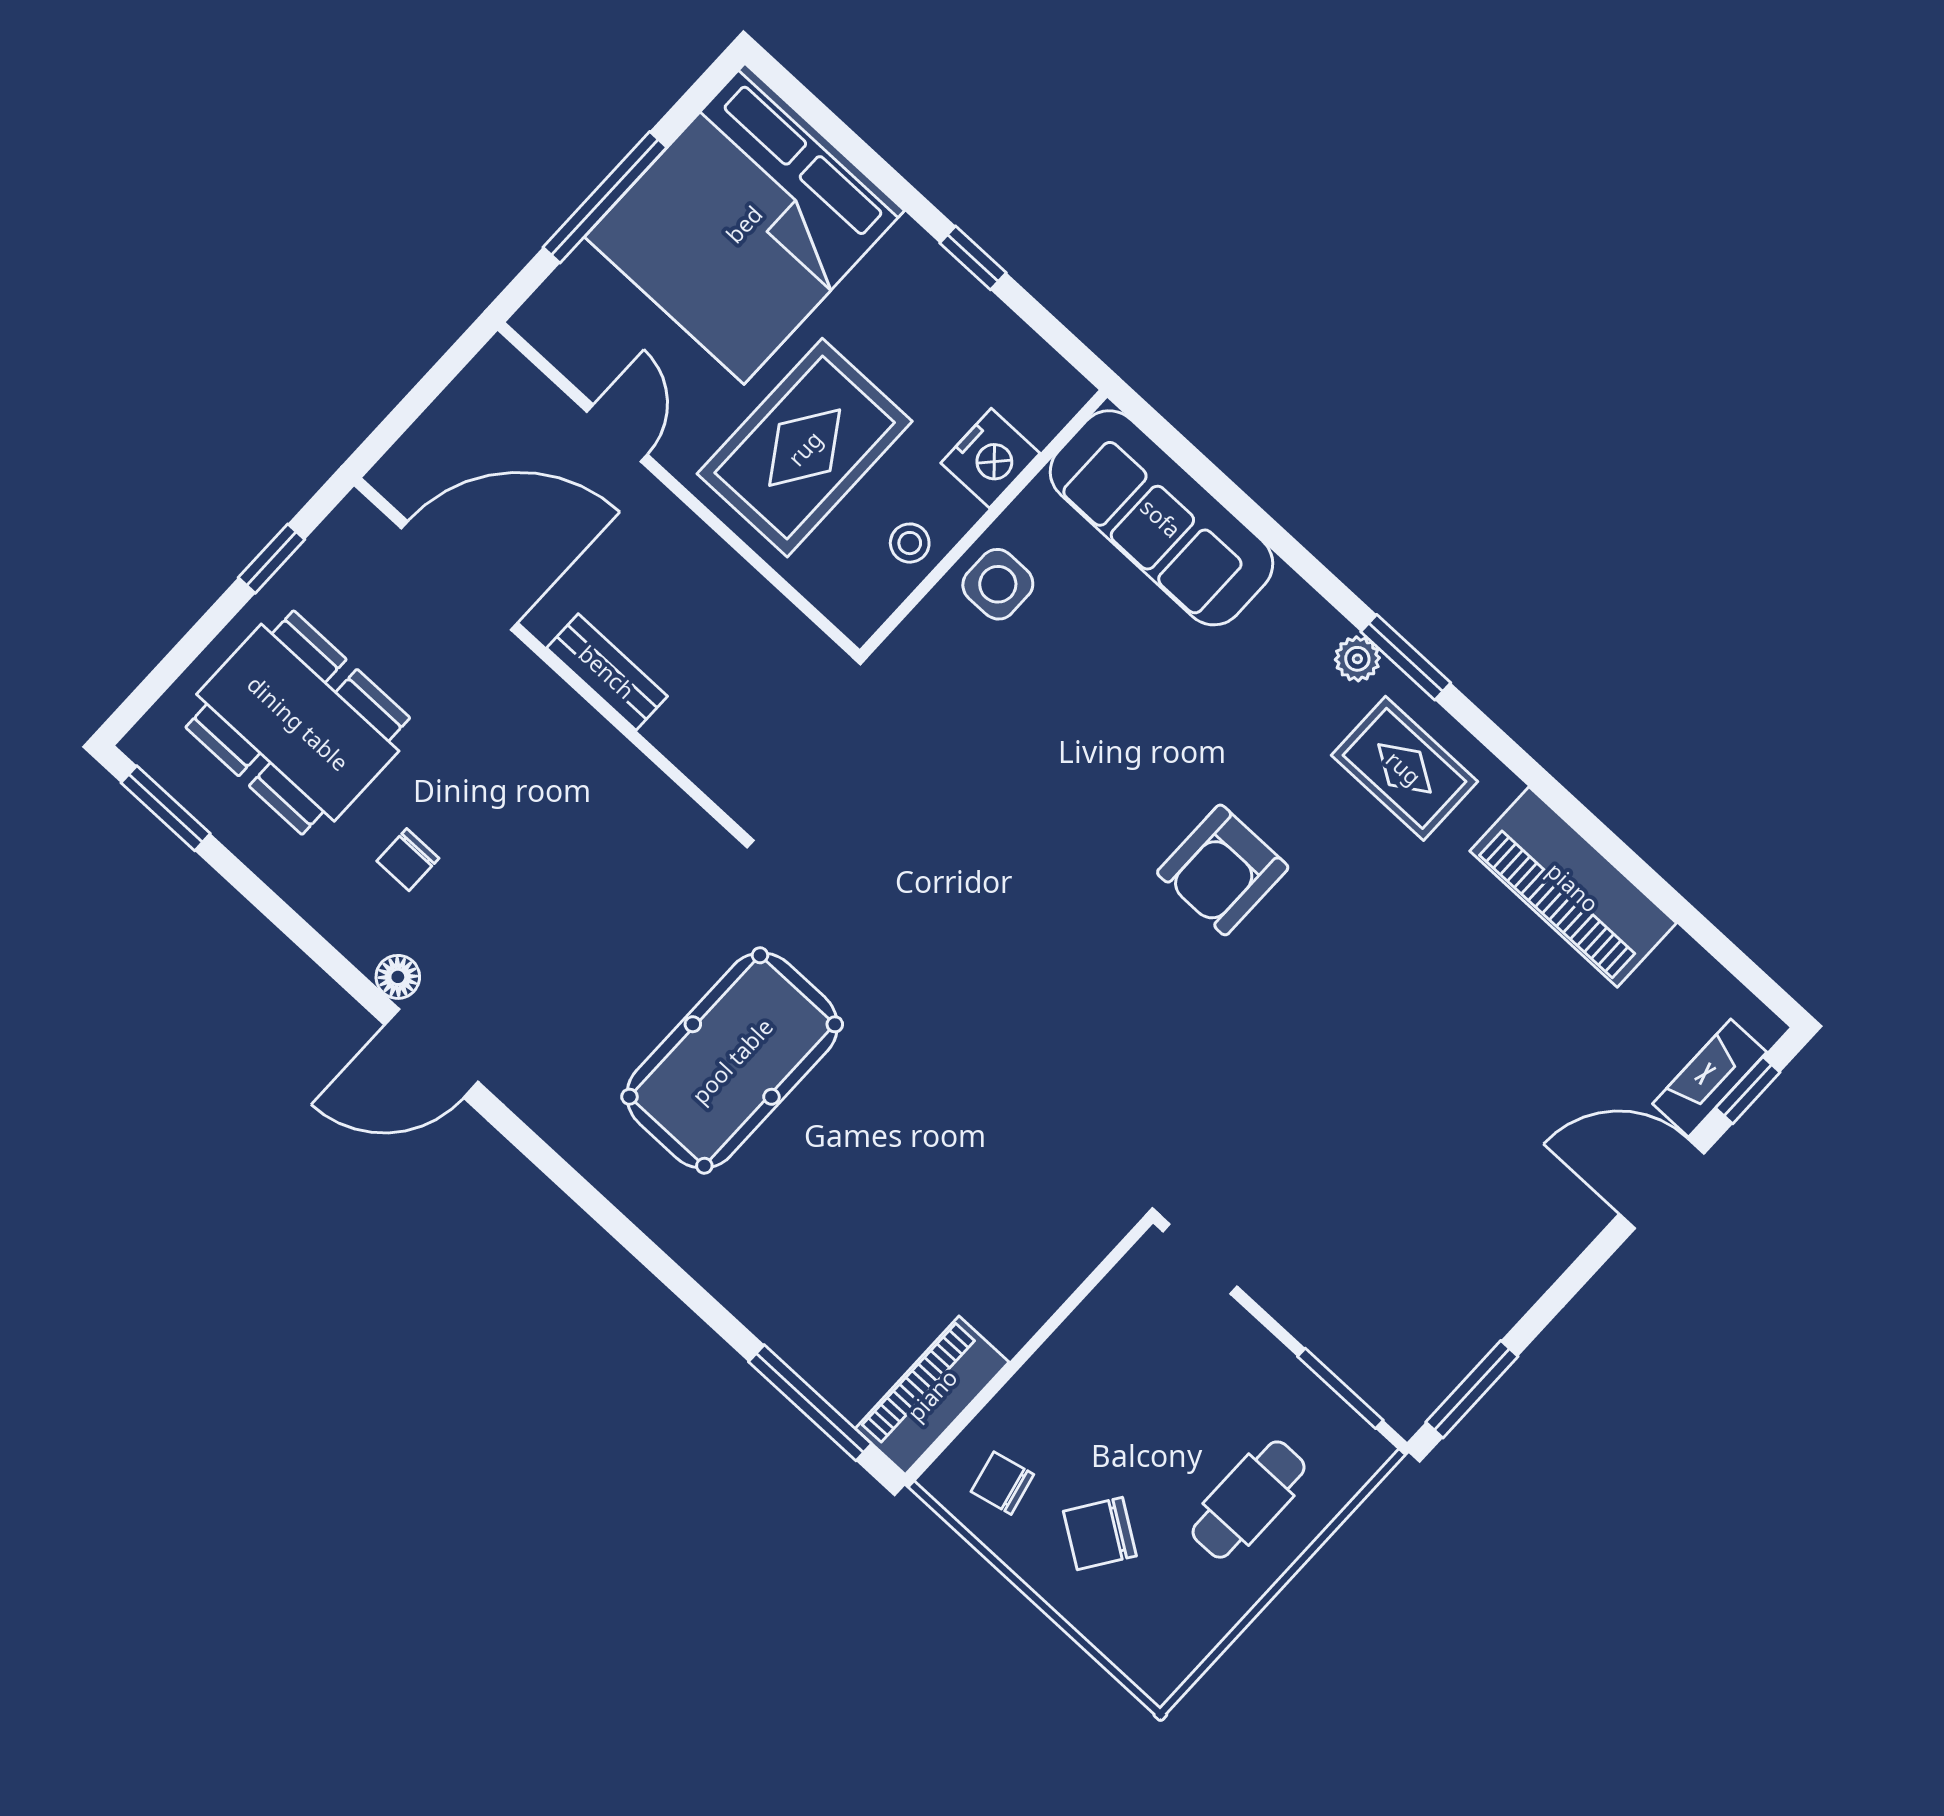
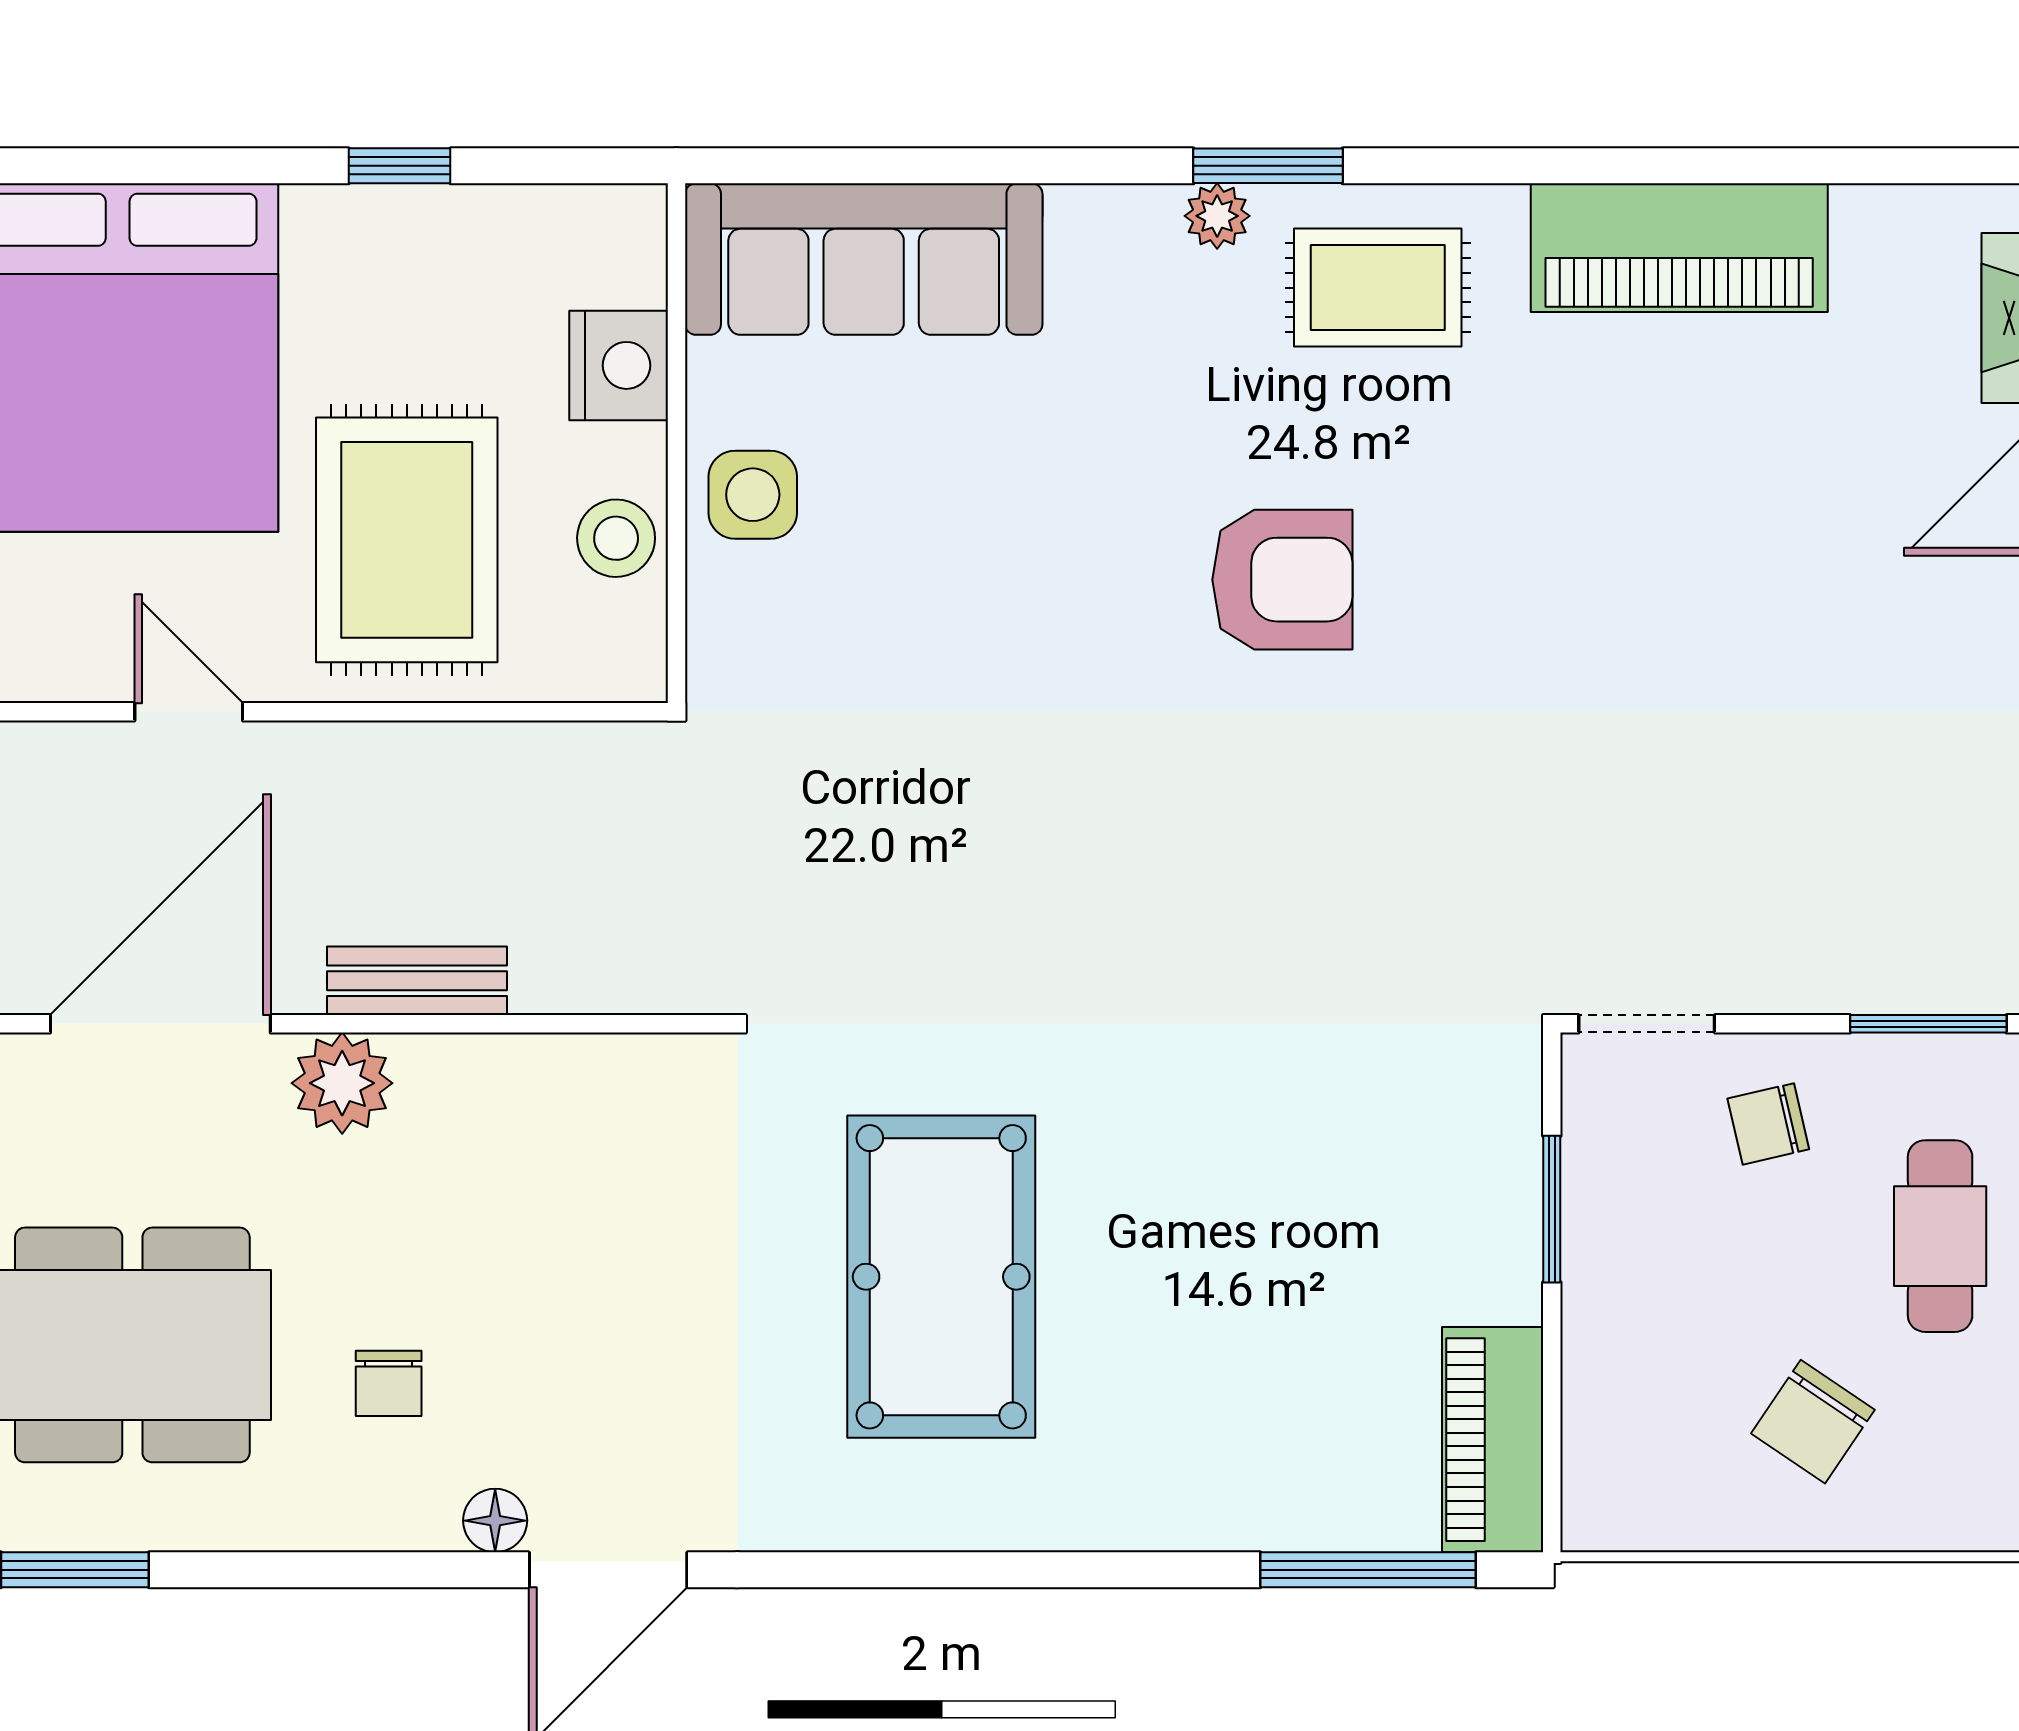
stool: (910, 543) -> (616, 538), width x1.37, depth x1.37
plant: (523, 689) -> (342, 1083), added
armchair: (1223, 870) -> (1282, 580), turned -90
window: (1068, 1308) -> (1552, 1209), added
chair: (1002, 1483) -> (1768, 1124), moved

